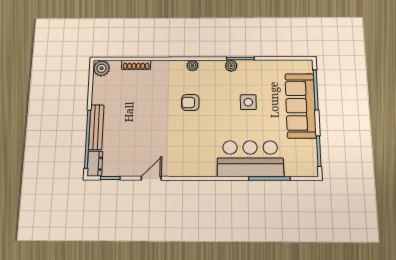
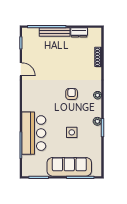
plant: (102, 68) -> (96, 33), removed
dresser: (95, 164) -> (79, 32), moved

